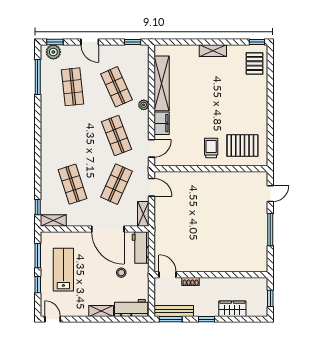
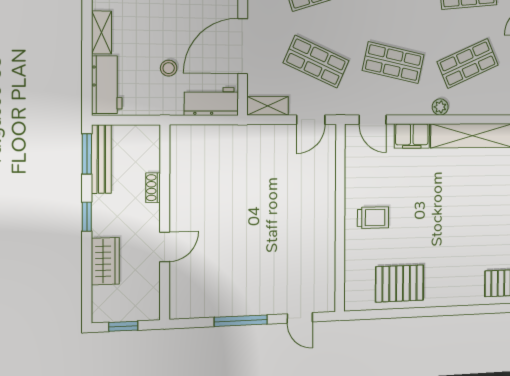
shop shelf: (117, 135) -> (393, 63), turned 33
pallet: (242, 145) -> (400, 283), moved, turned 90
door: (168, 275) -> (165, 247), moved

